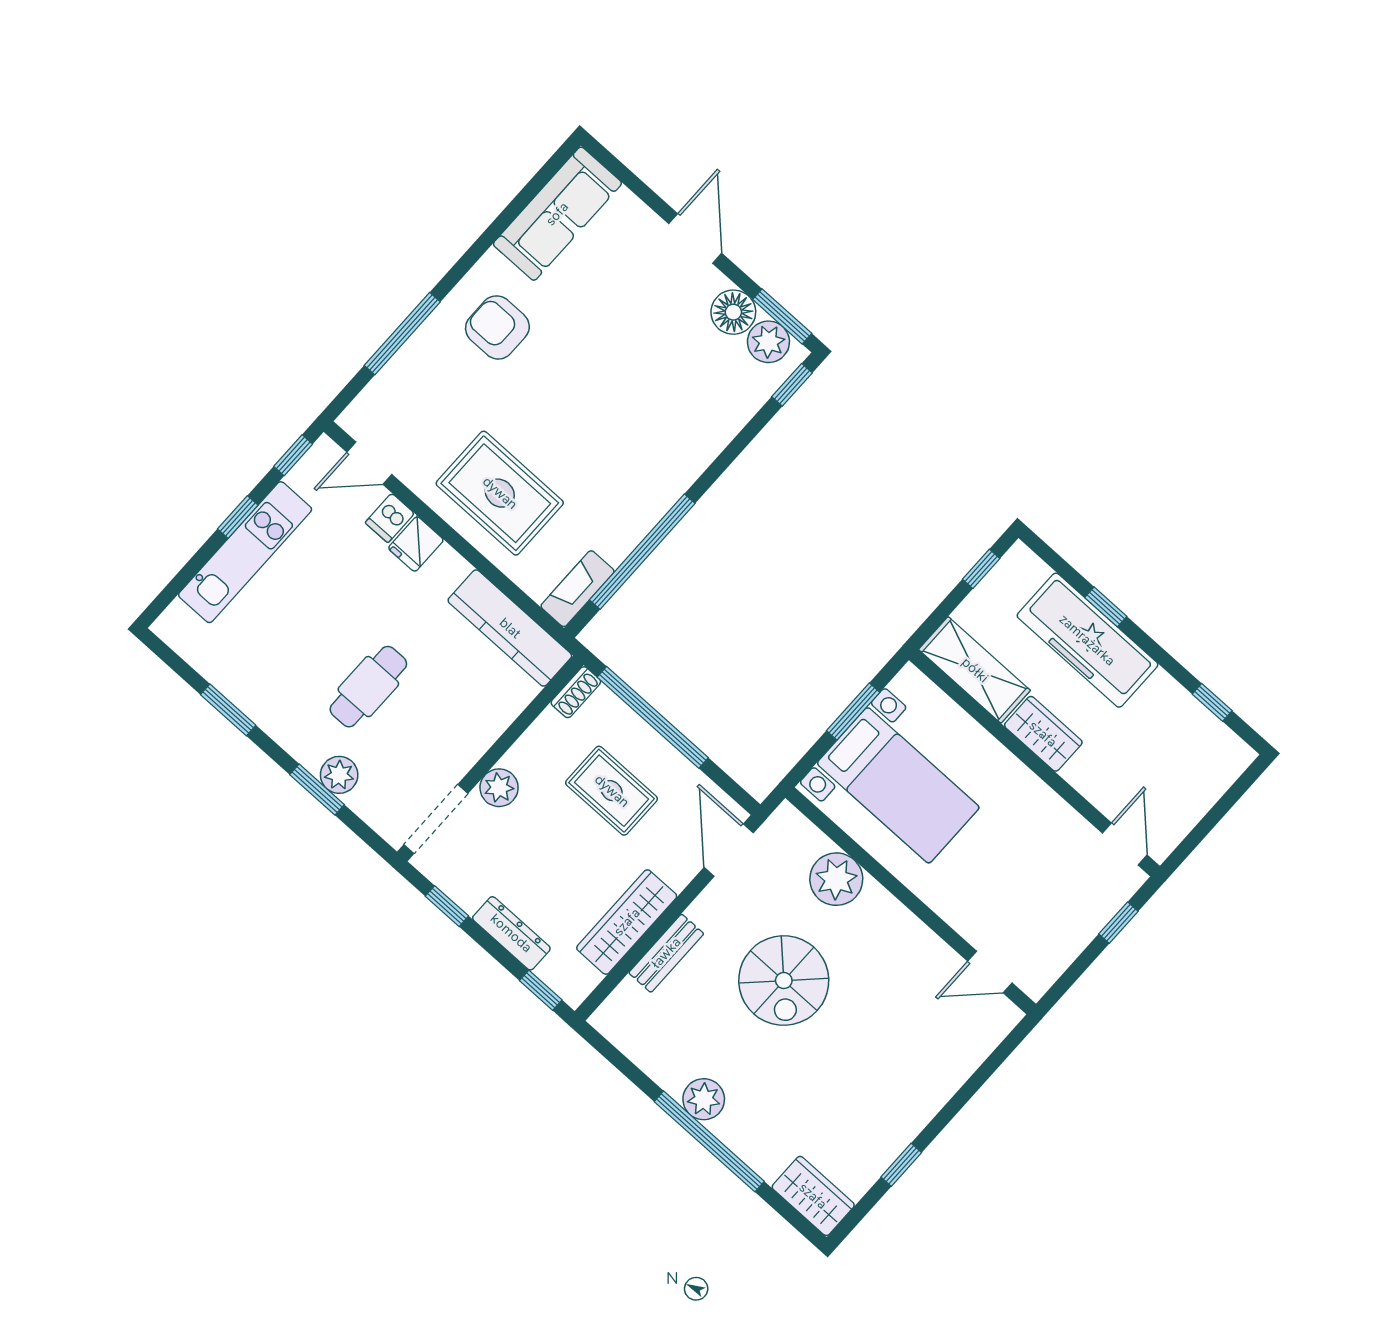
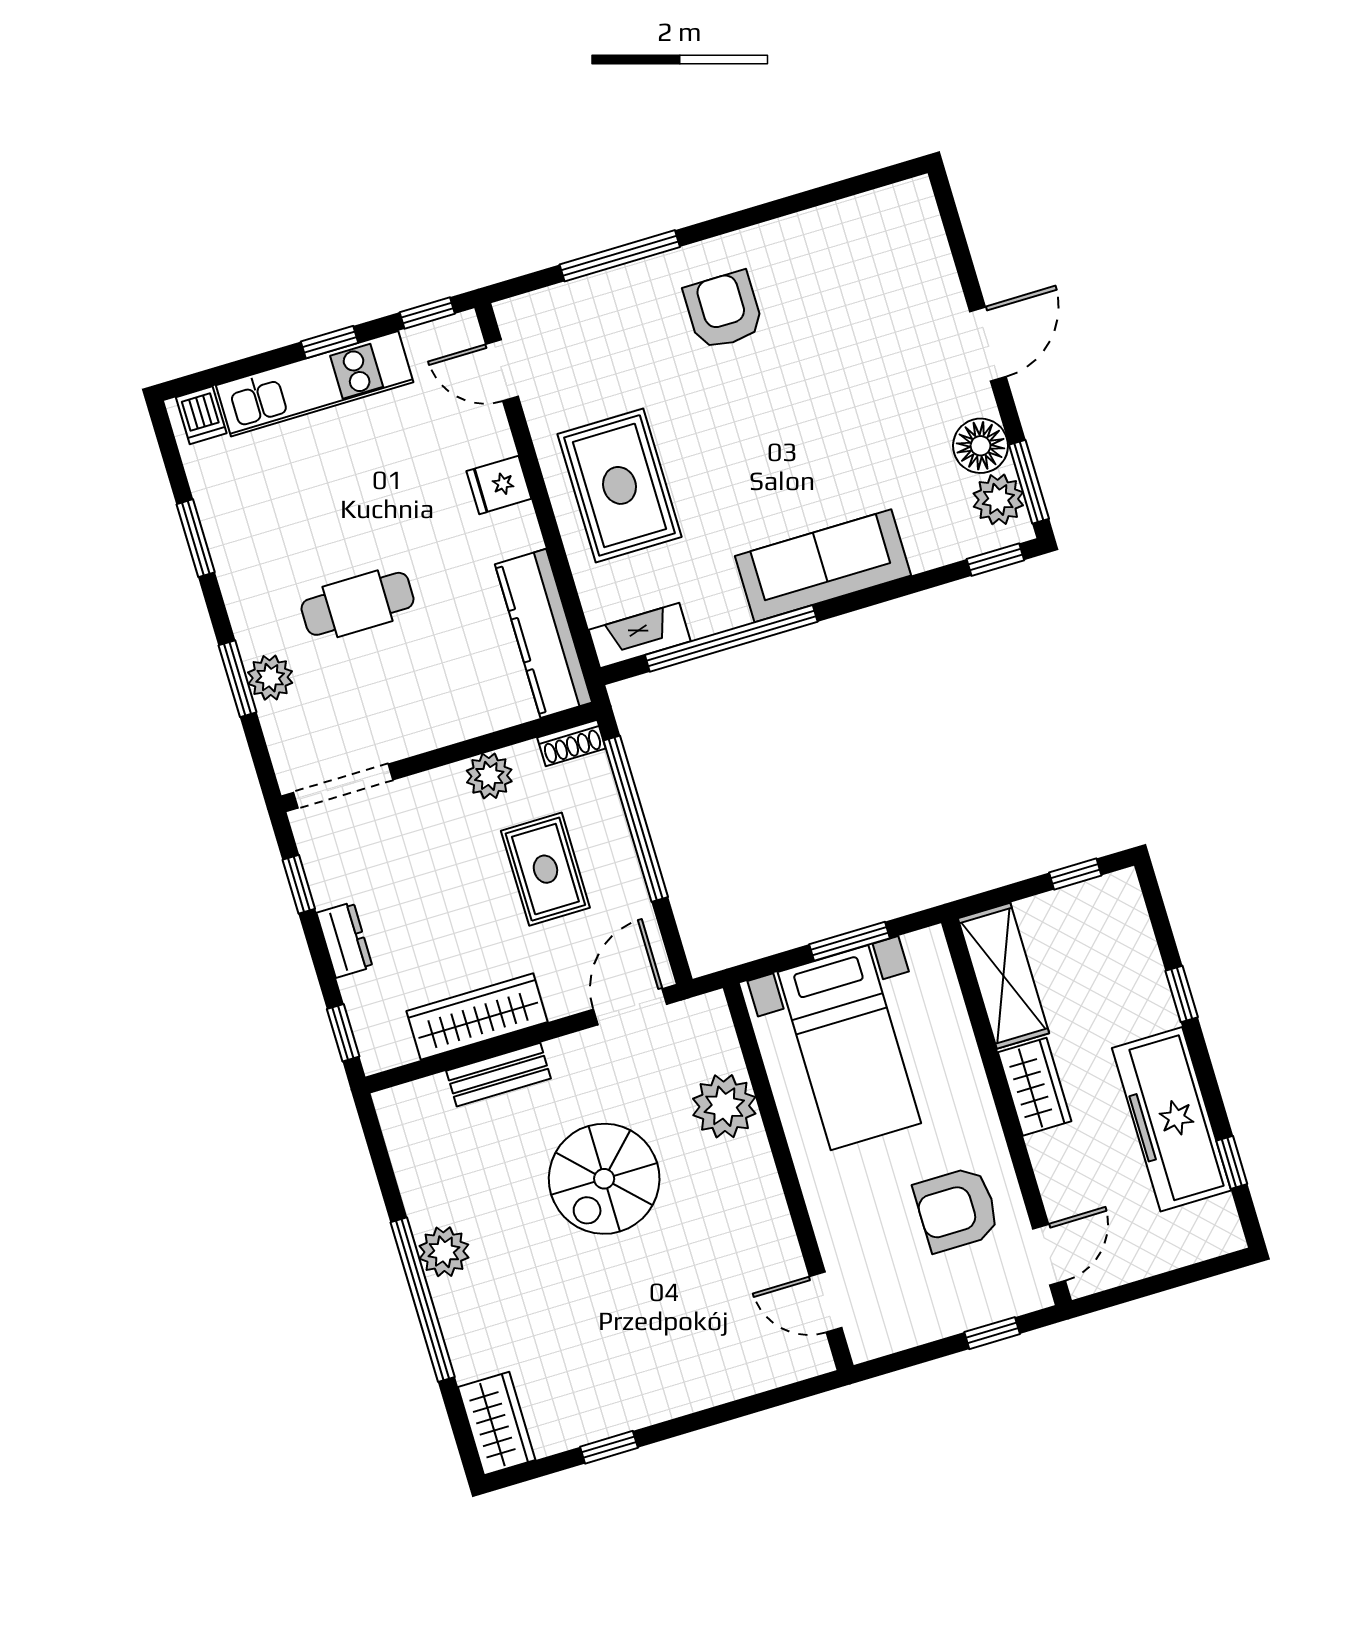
sofa: (557, 214) -> (823, 566), moved, turned 180
dishwasher: (390, 518) -> (201, 415), moved, turned -90
freezer: (1087, 640) -> (1171, 1119), moved
plant: (499, 788) -> (489, 776), moved
armchair: (1041, 852) -> (957, 1209), added
dresser: (511, 933) -> (345, 940), width x0.70

